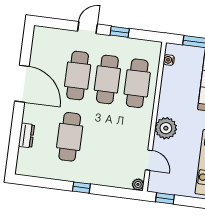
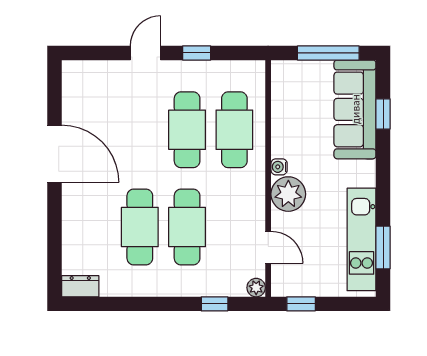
water cooler: (169, 60) -> (279, 167), moved
cafe table: (78, 76) -> (187, 227), moved
dresser: (26, 135) -> (80, 286), moved, turned -90
window: (81, 188) -> (215, 304), moved

